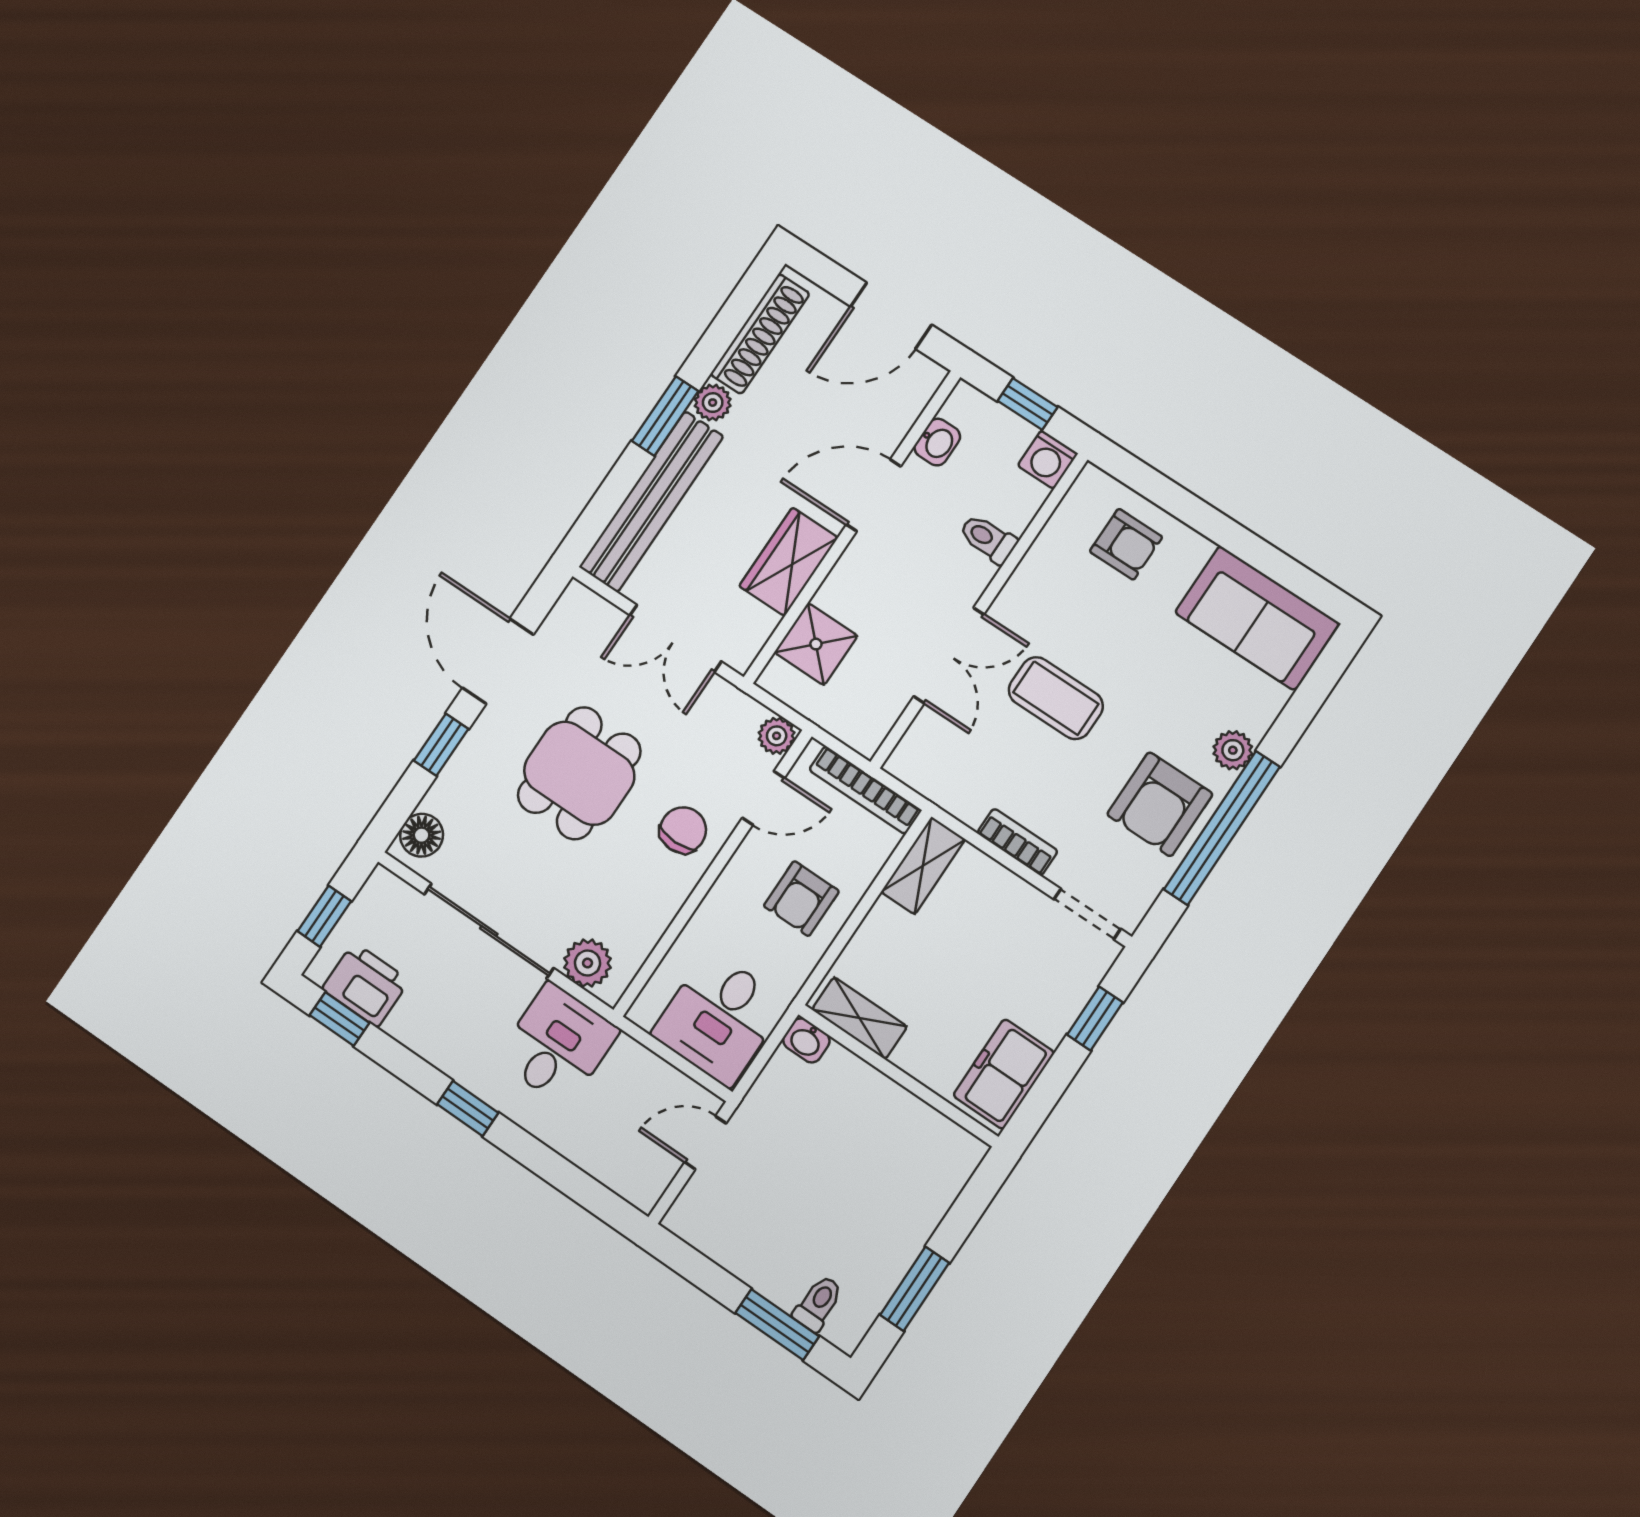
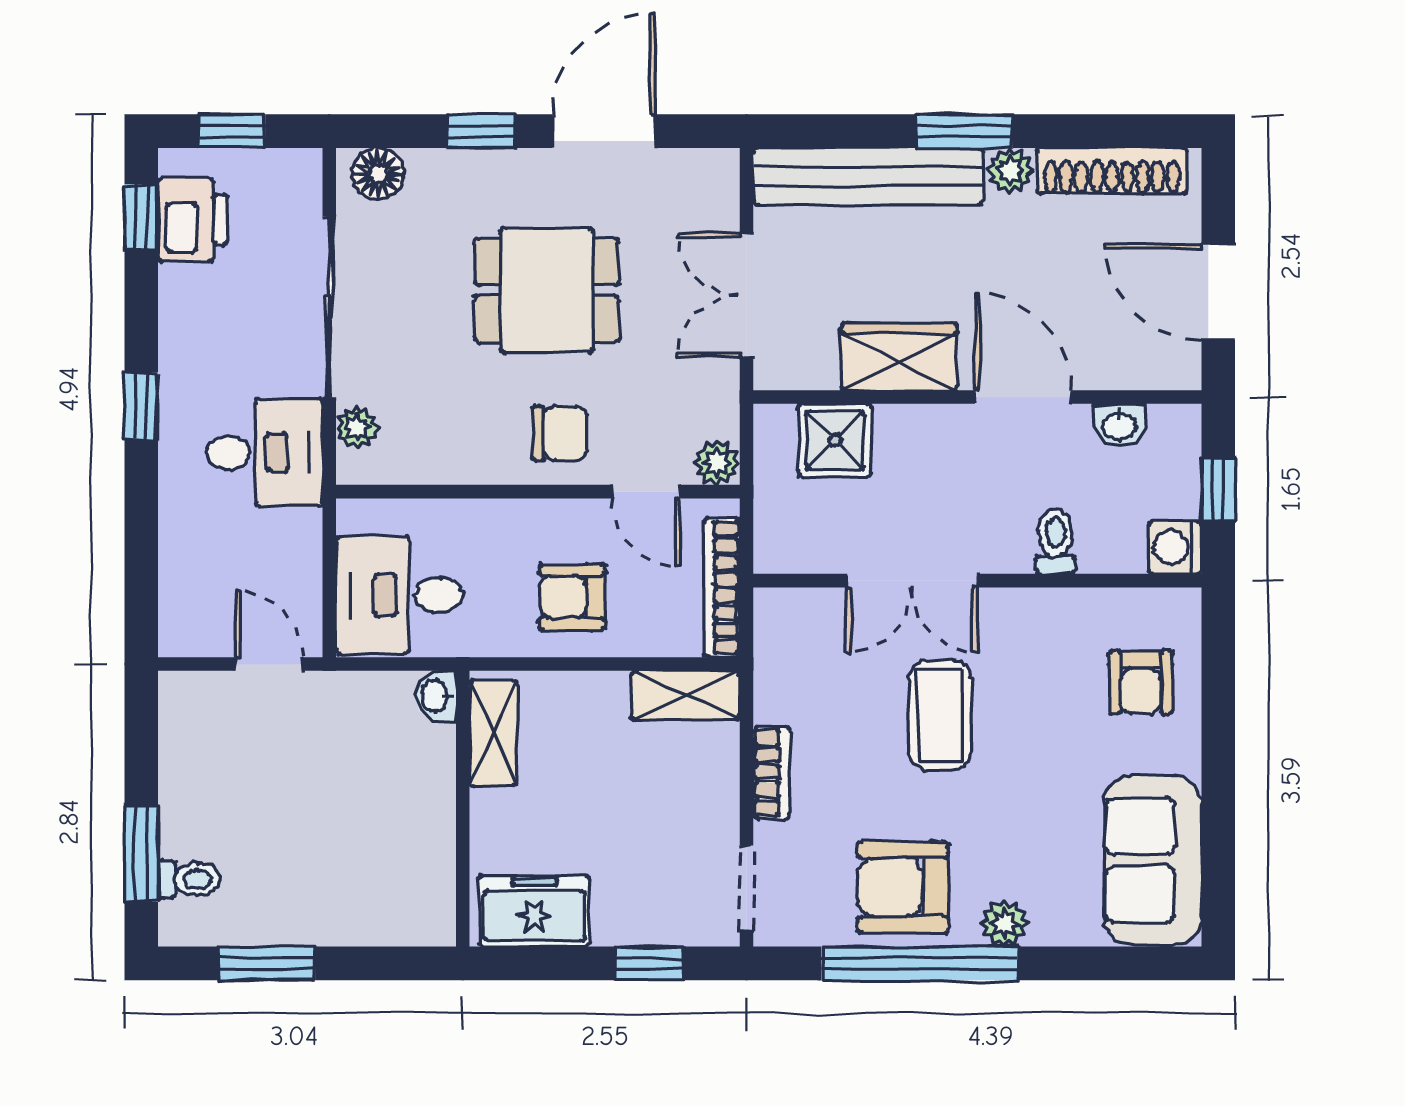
plant: (588, 963) -> (357, 427), width x0.73, depth x0.73

